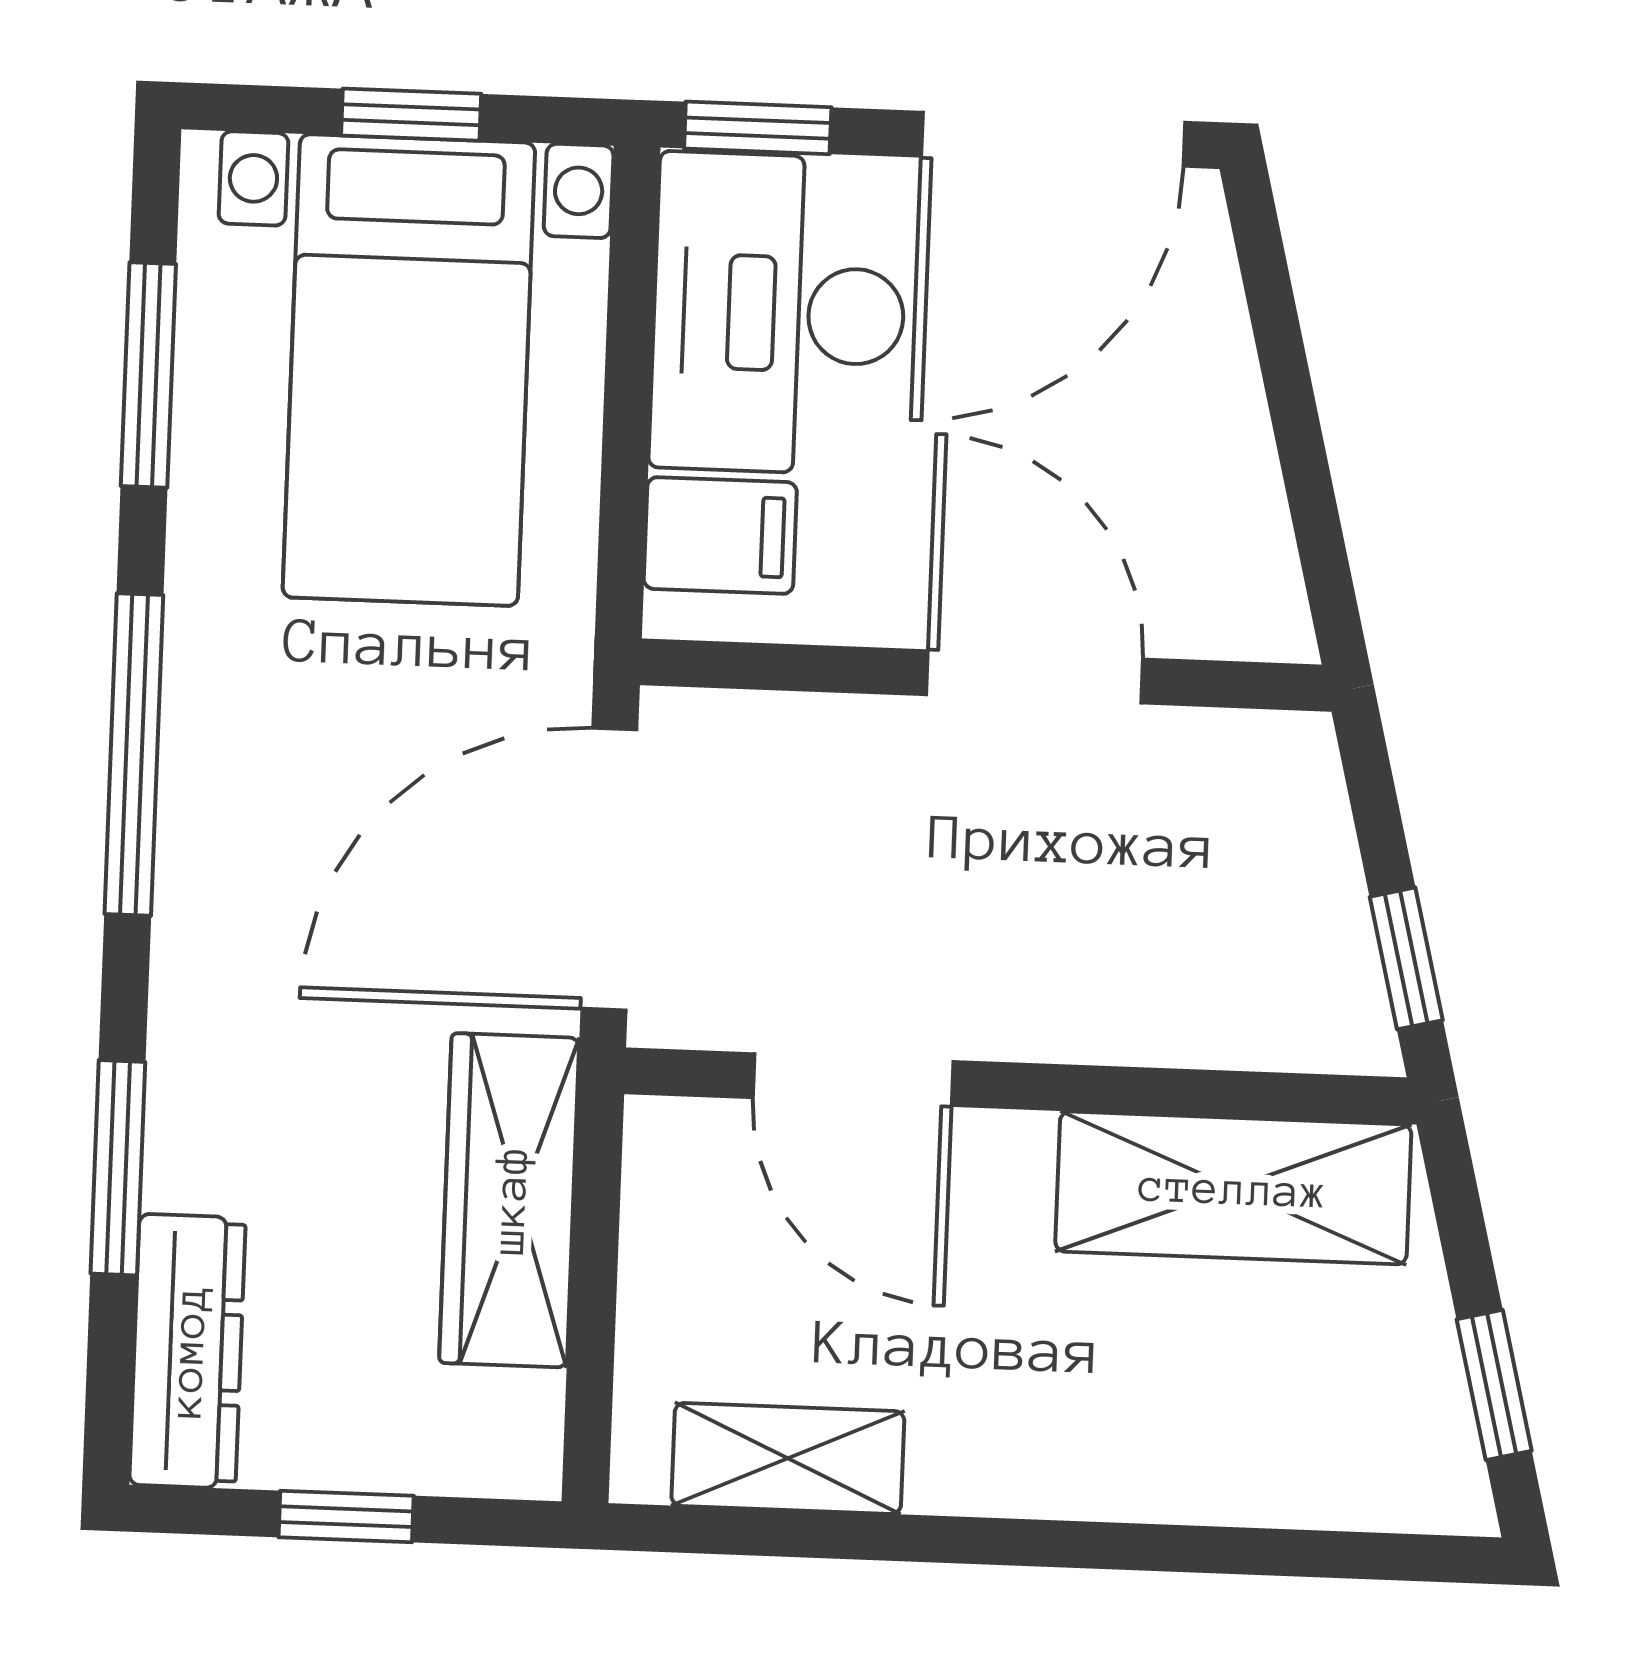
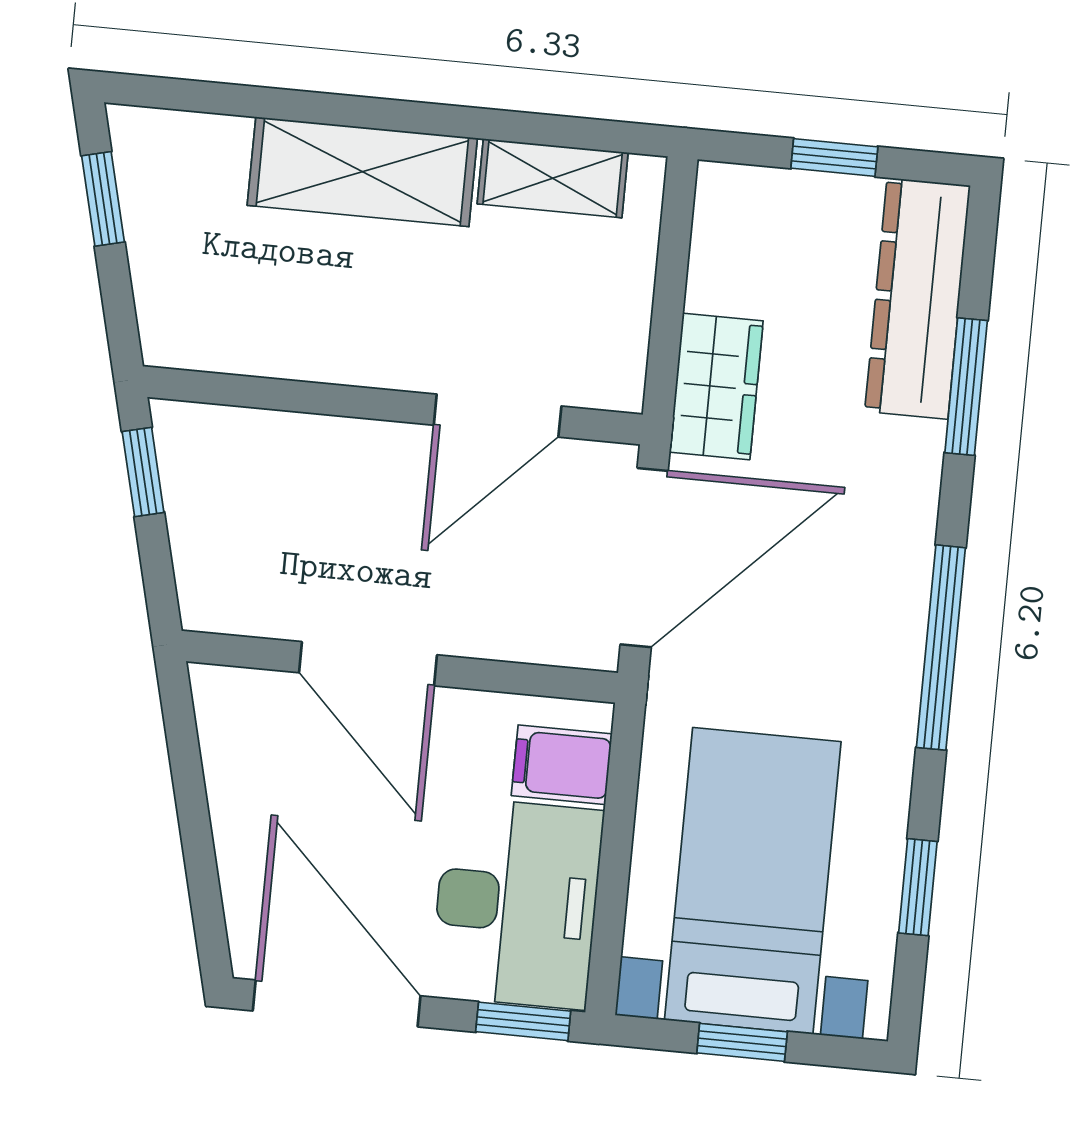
door: (1053, 139) -> (337, 1003), hinge flipped
window: (148, 375) -> (918, 887), width x0.67
door: (853, 1080) -> (498, 416), swing flipped
shelving: (1233, 1188) -> (362, 172), moved
wardrobe: (509, 1200) -> (716, 386), width x0.67
dresser: (187, 1351) -> (918, 298), width x1.37, depth x1.24

